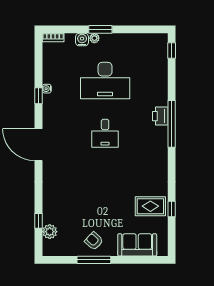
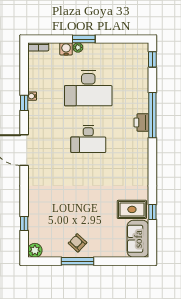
window: (172, 124) -> (152, 115), moved
desk: (105, 133) -> (88, 139), width x1.37
plant: (50, 232) -> (35, 250), moved
sofa: (137, 245) -> (138, 239), moved, turned -90

